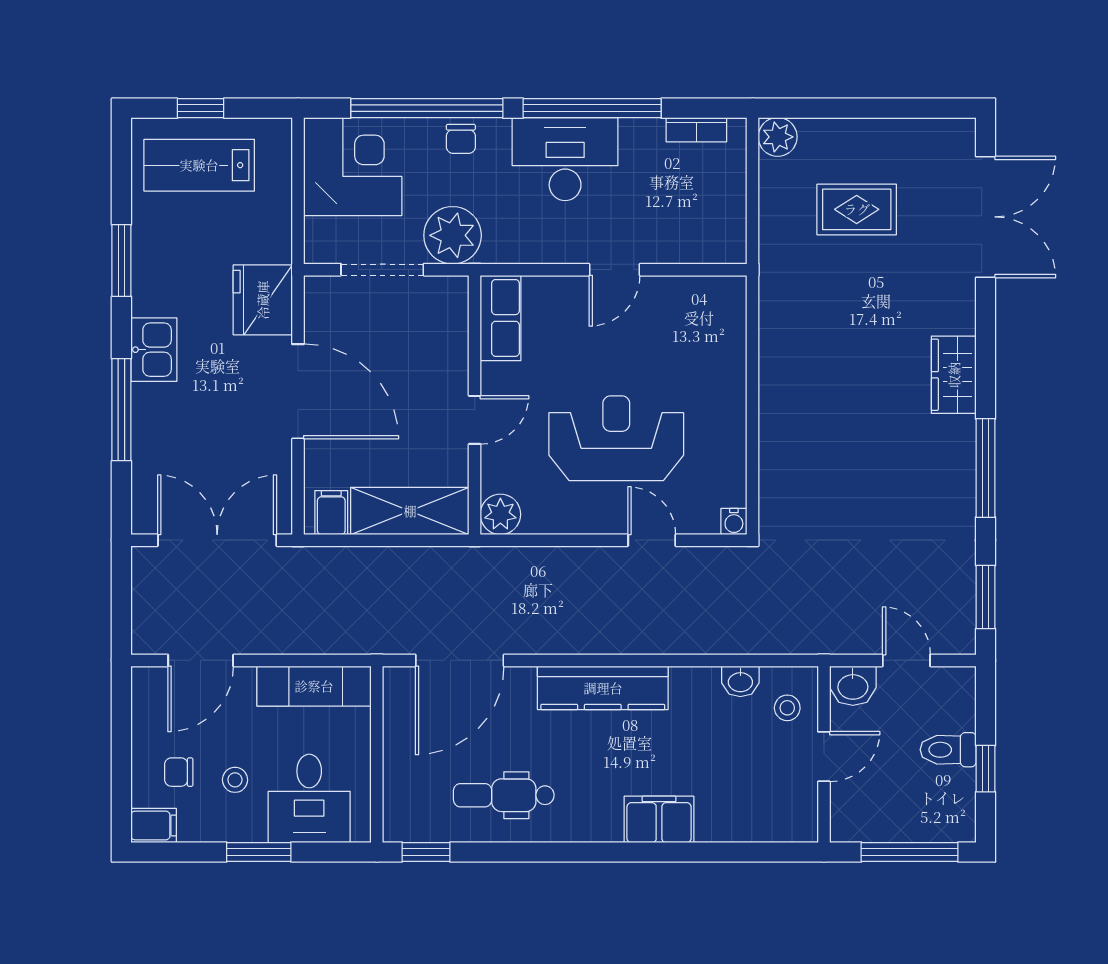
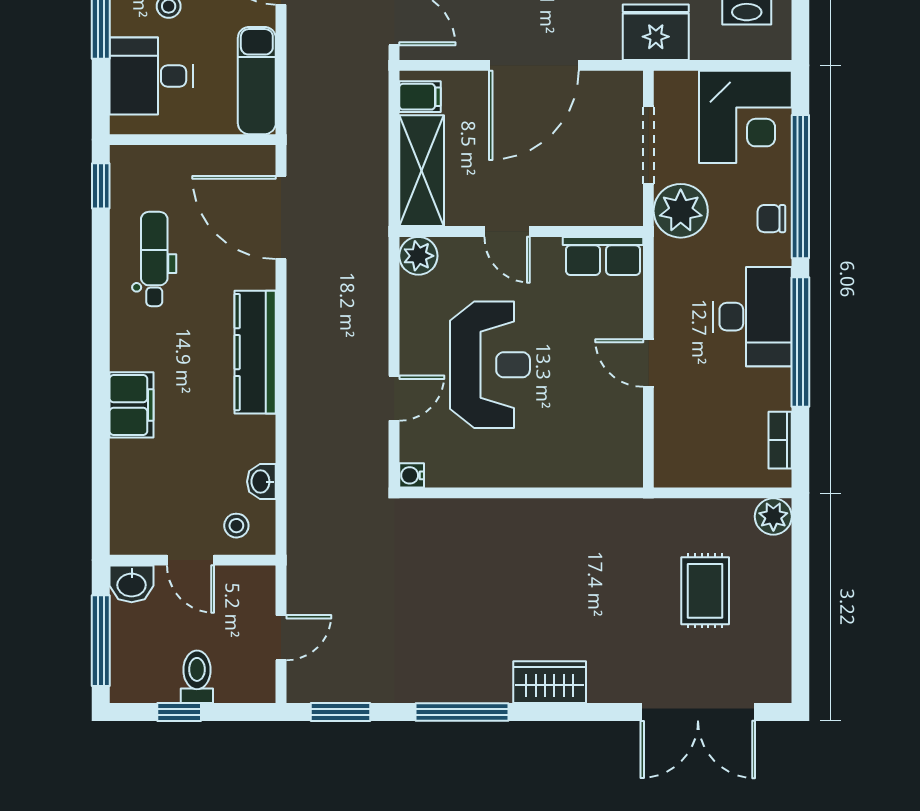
fridge: (263, 300) -> (656, 32), moved
washbasin: (853, 686) -> (132, 584), moved, turned -90

